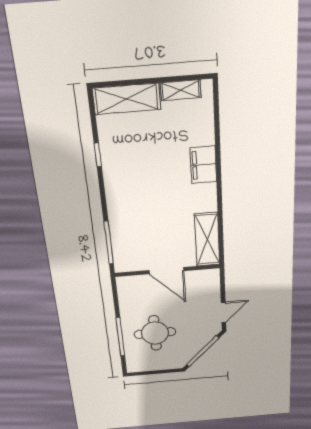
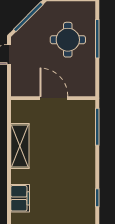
filing cabinet: (203, 165) -> (20, 198), moved
shelving: (207, 240) -> (20, 146), moved

